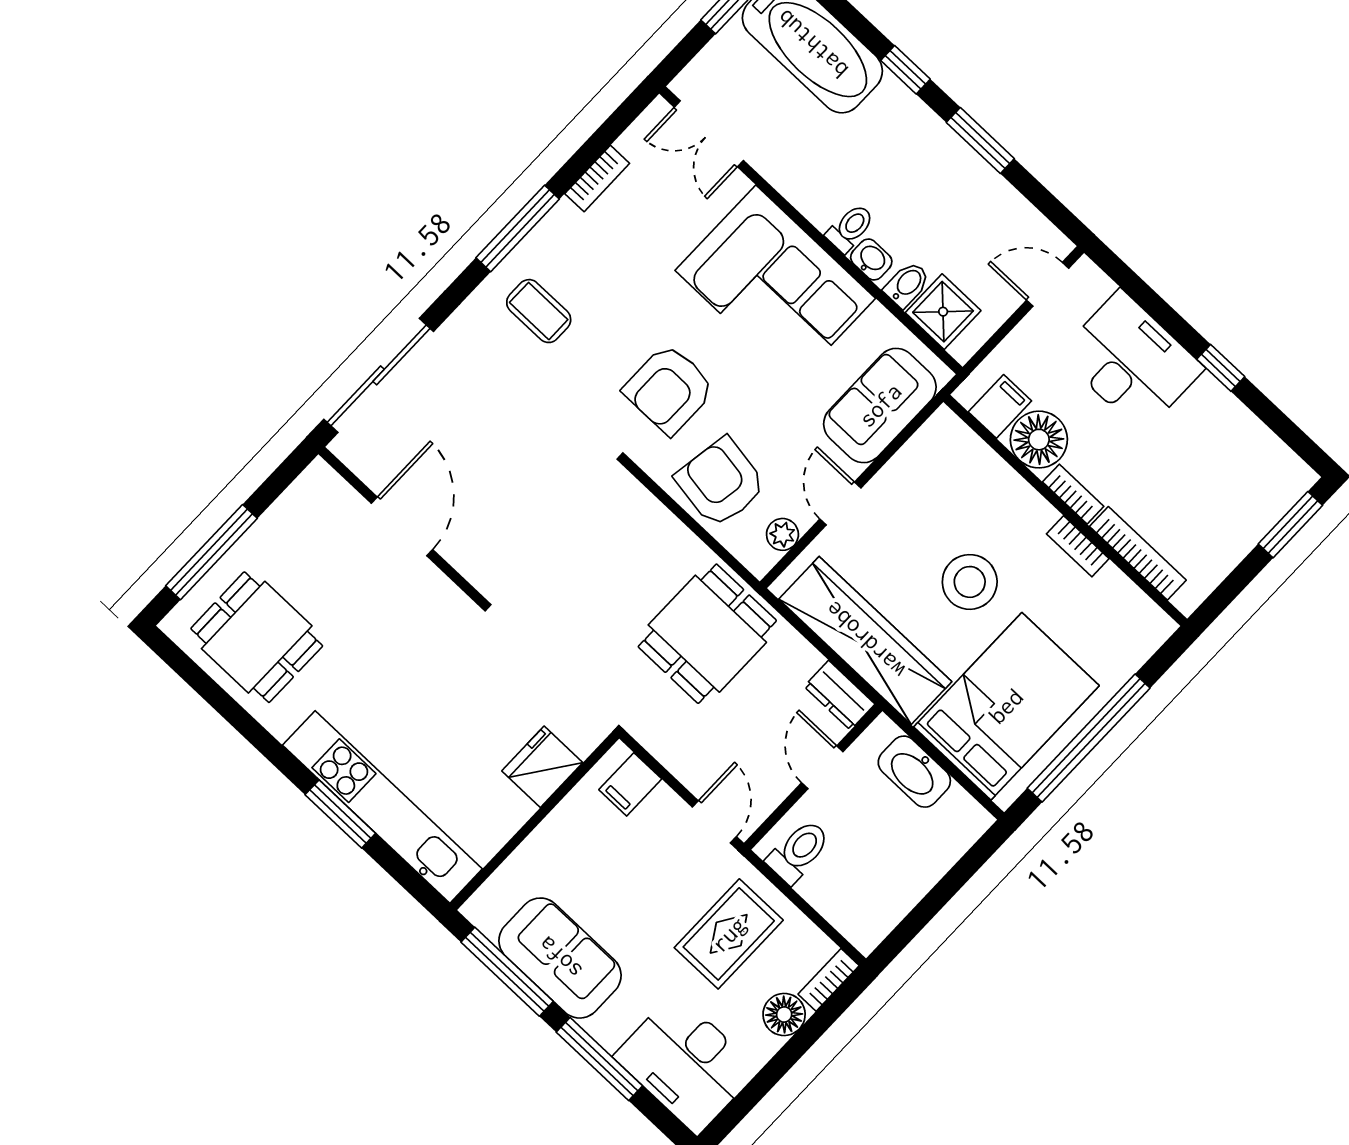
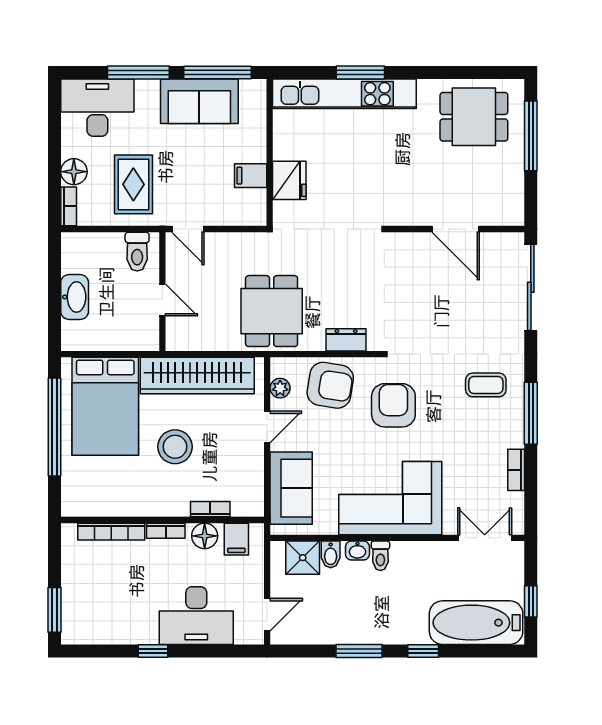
floor lamp: (1039, 440) -> (205, 536), width x0.73, depth x0.73
door: (840, 504) -> (267, 427), hinge flipped
bookcase: (1078, 546) -> (210, 509), moved
dresser: (840, 695) -> (346, 340), moved
washbasin: (914, 772) -> (75, 297), moved, turned 90
filing cabinet: (630, 784) -> (251, 176), moved, turned -90

